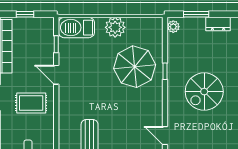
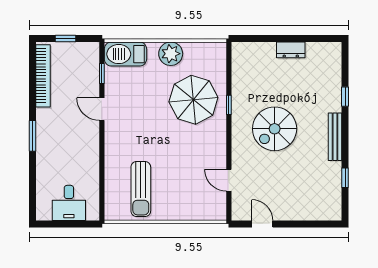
window: (196, 14) -> (265, 39), removed
plant: (173, 27) -> (239, 53), removed
rug: (31, 103) -> (73, 142), removed

